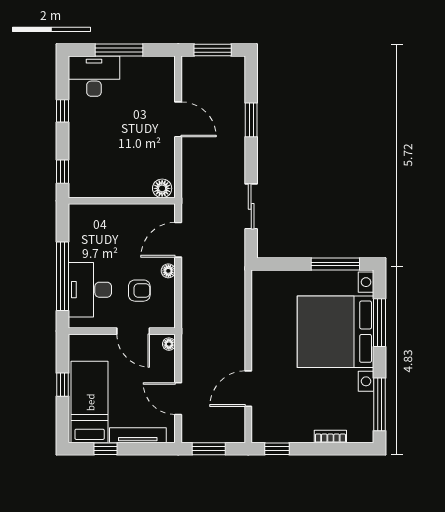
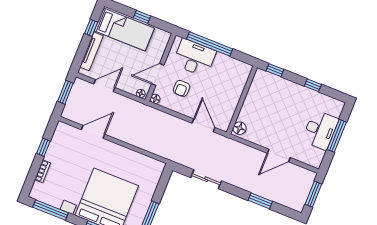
desk: (94, 76) -> (320, 130), moved
floor lamp: (168, 271) -> (155, 99), moved
door: (248, 389) -> (93, 132), hinge flipped
window: (277, 449) -> (43, 147), moved

